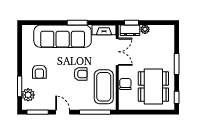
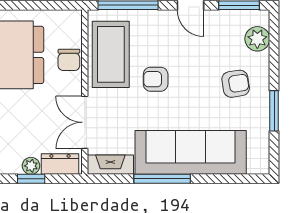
window: (77, 23) -> (162, 179), width x1.44
window: (131, 23) -> (31, 179), moved
armchair: (39, 72) -> (236, 84), turned 81
window: (20, 86) -> (274, 111), moved

